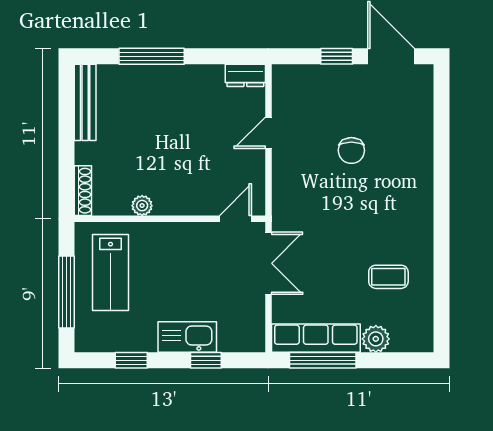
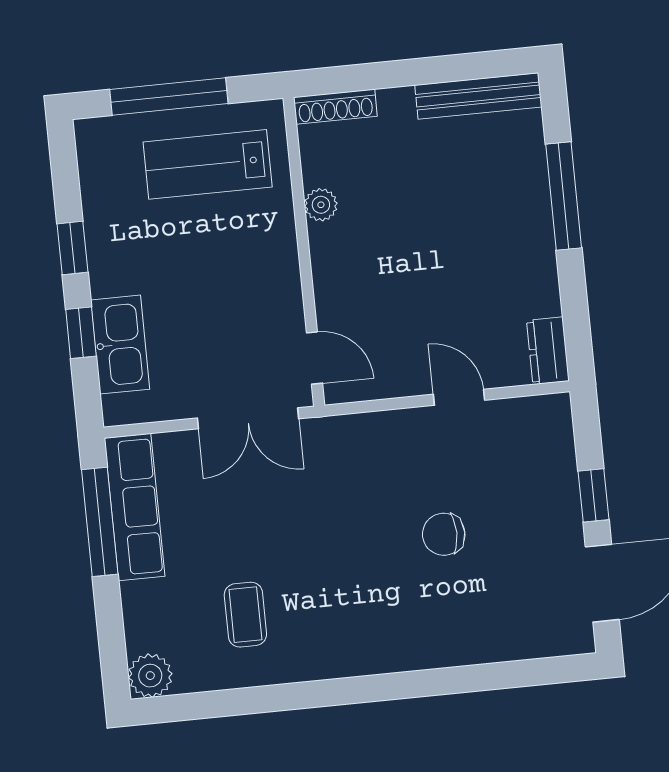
kitchen sink: (187, 337) -> (120, 345), moved
plant: (376, 339) -> (150, 676), moved
window: (131, 360) -> (73, 248), moved

